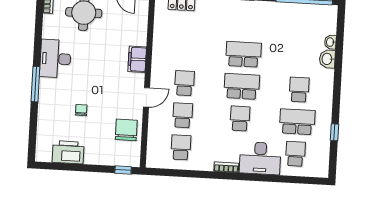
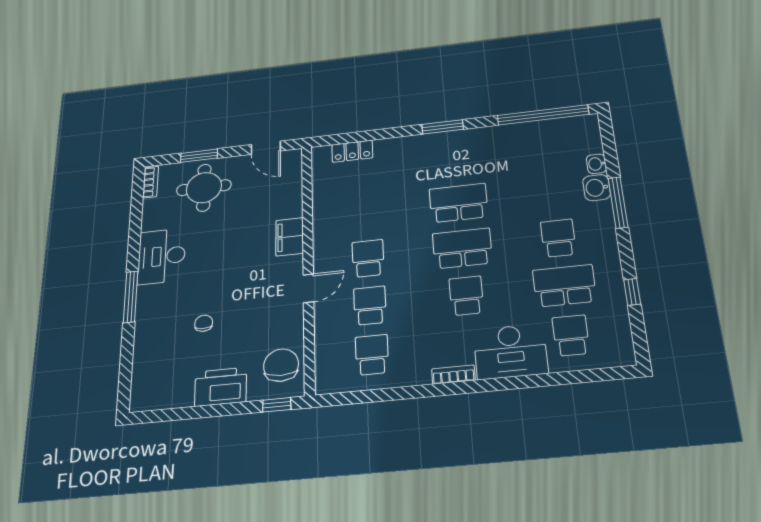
window: (338, 72) -> (618, 202), added
chair: (126, 130) -> (281, 365), moved
printer: (68, 152) -> (221, 387), moved

